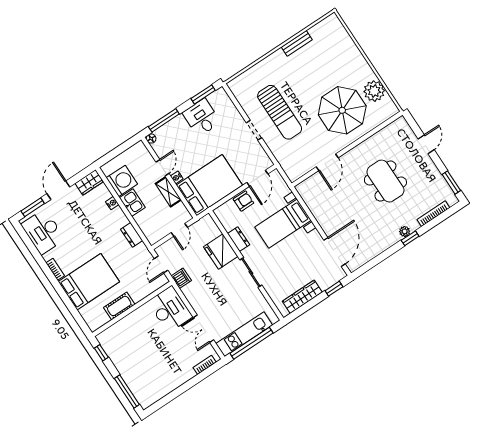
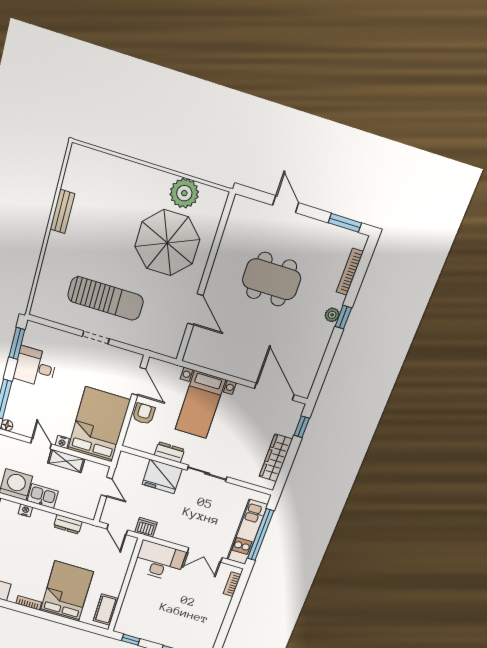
cot: (119, 306) -> (106, 610), moved

